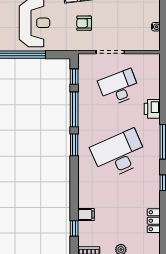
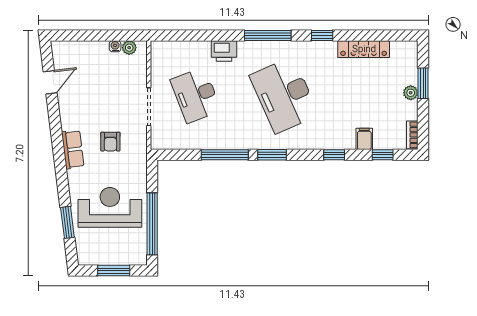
plant: (155, 37) -> (129, 48), added
window: (74, 77) -> (334, 155), moved
locker: (154, 221) -> (364, 49), width x1.53

